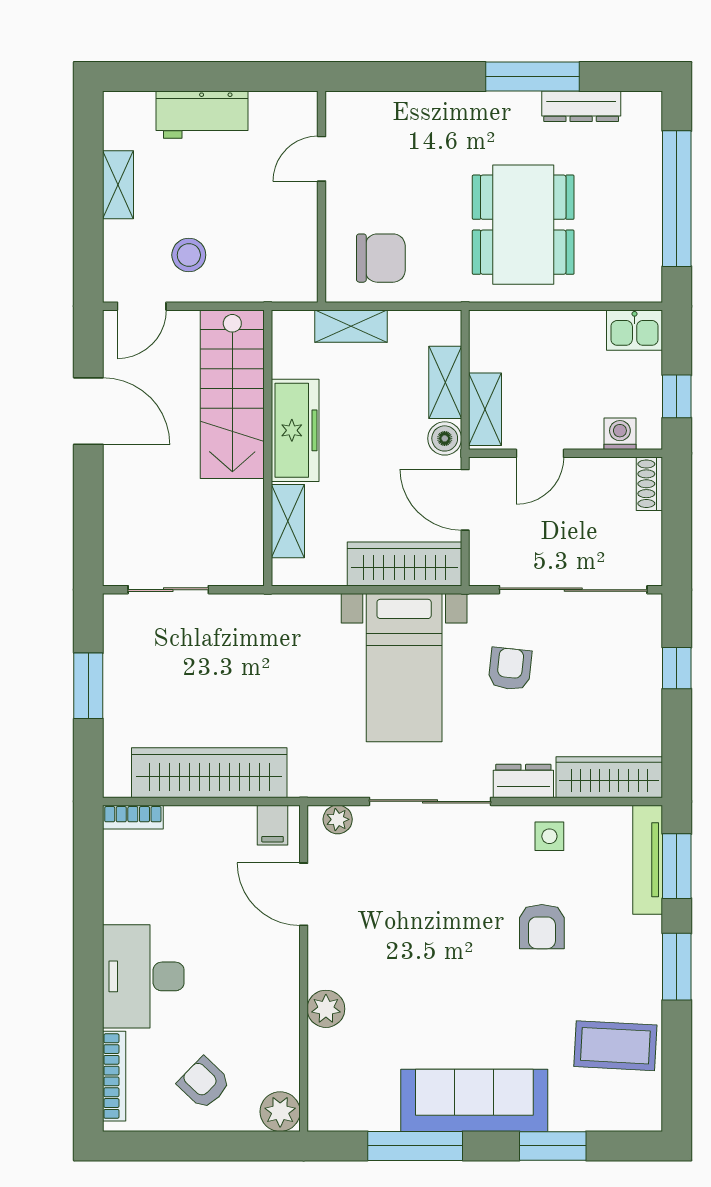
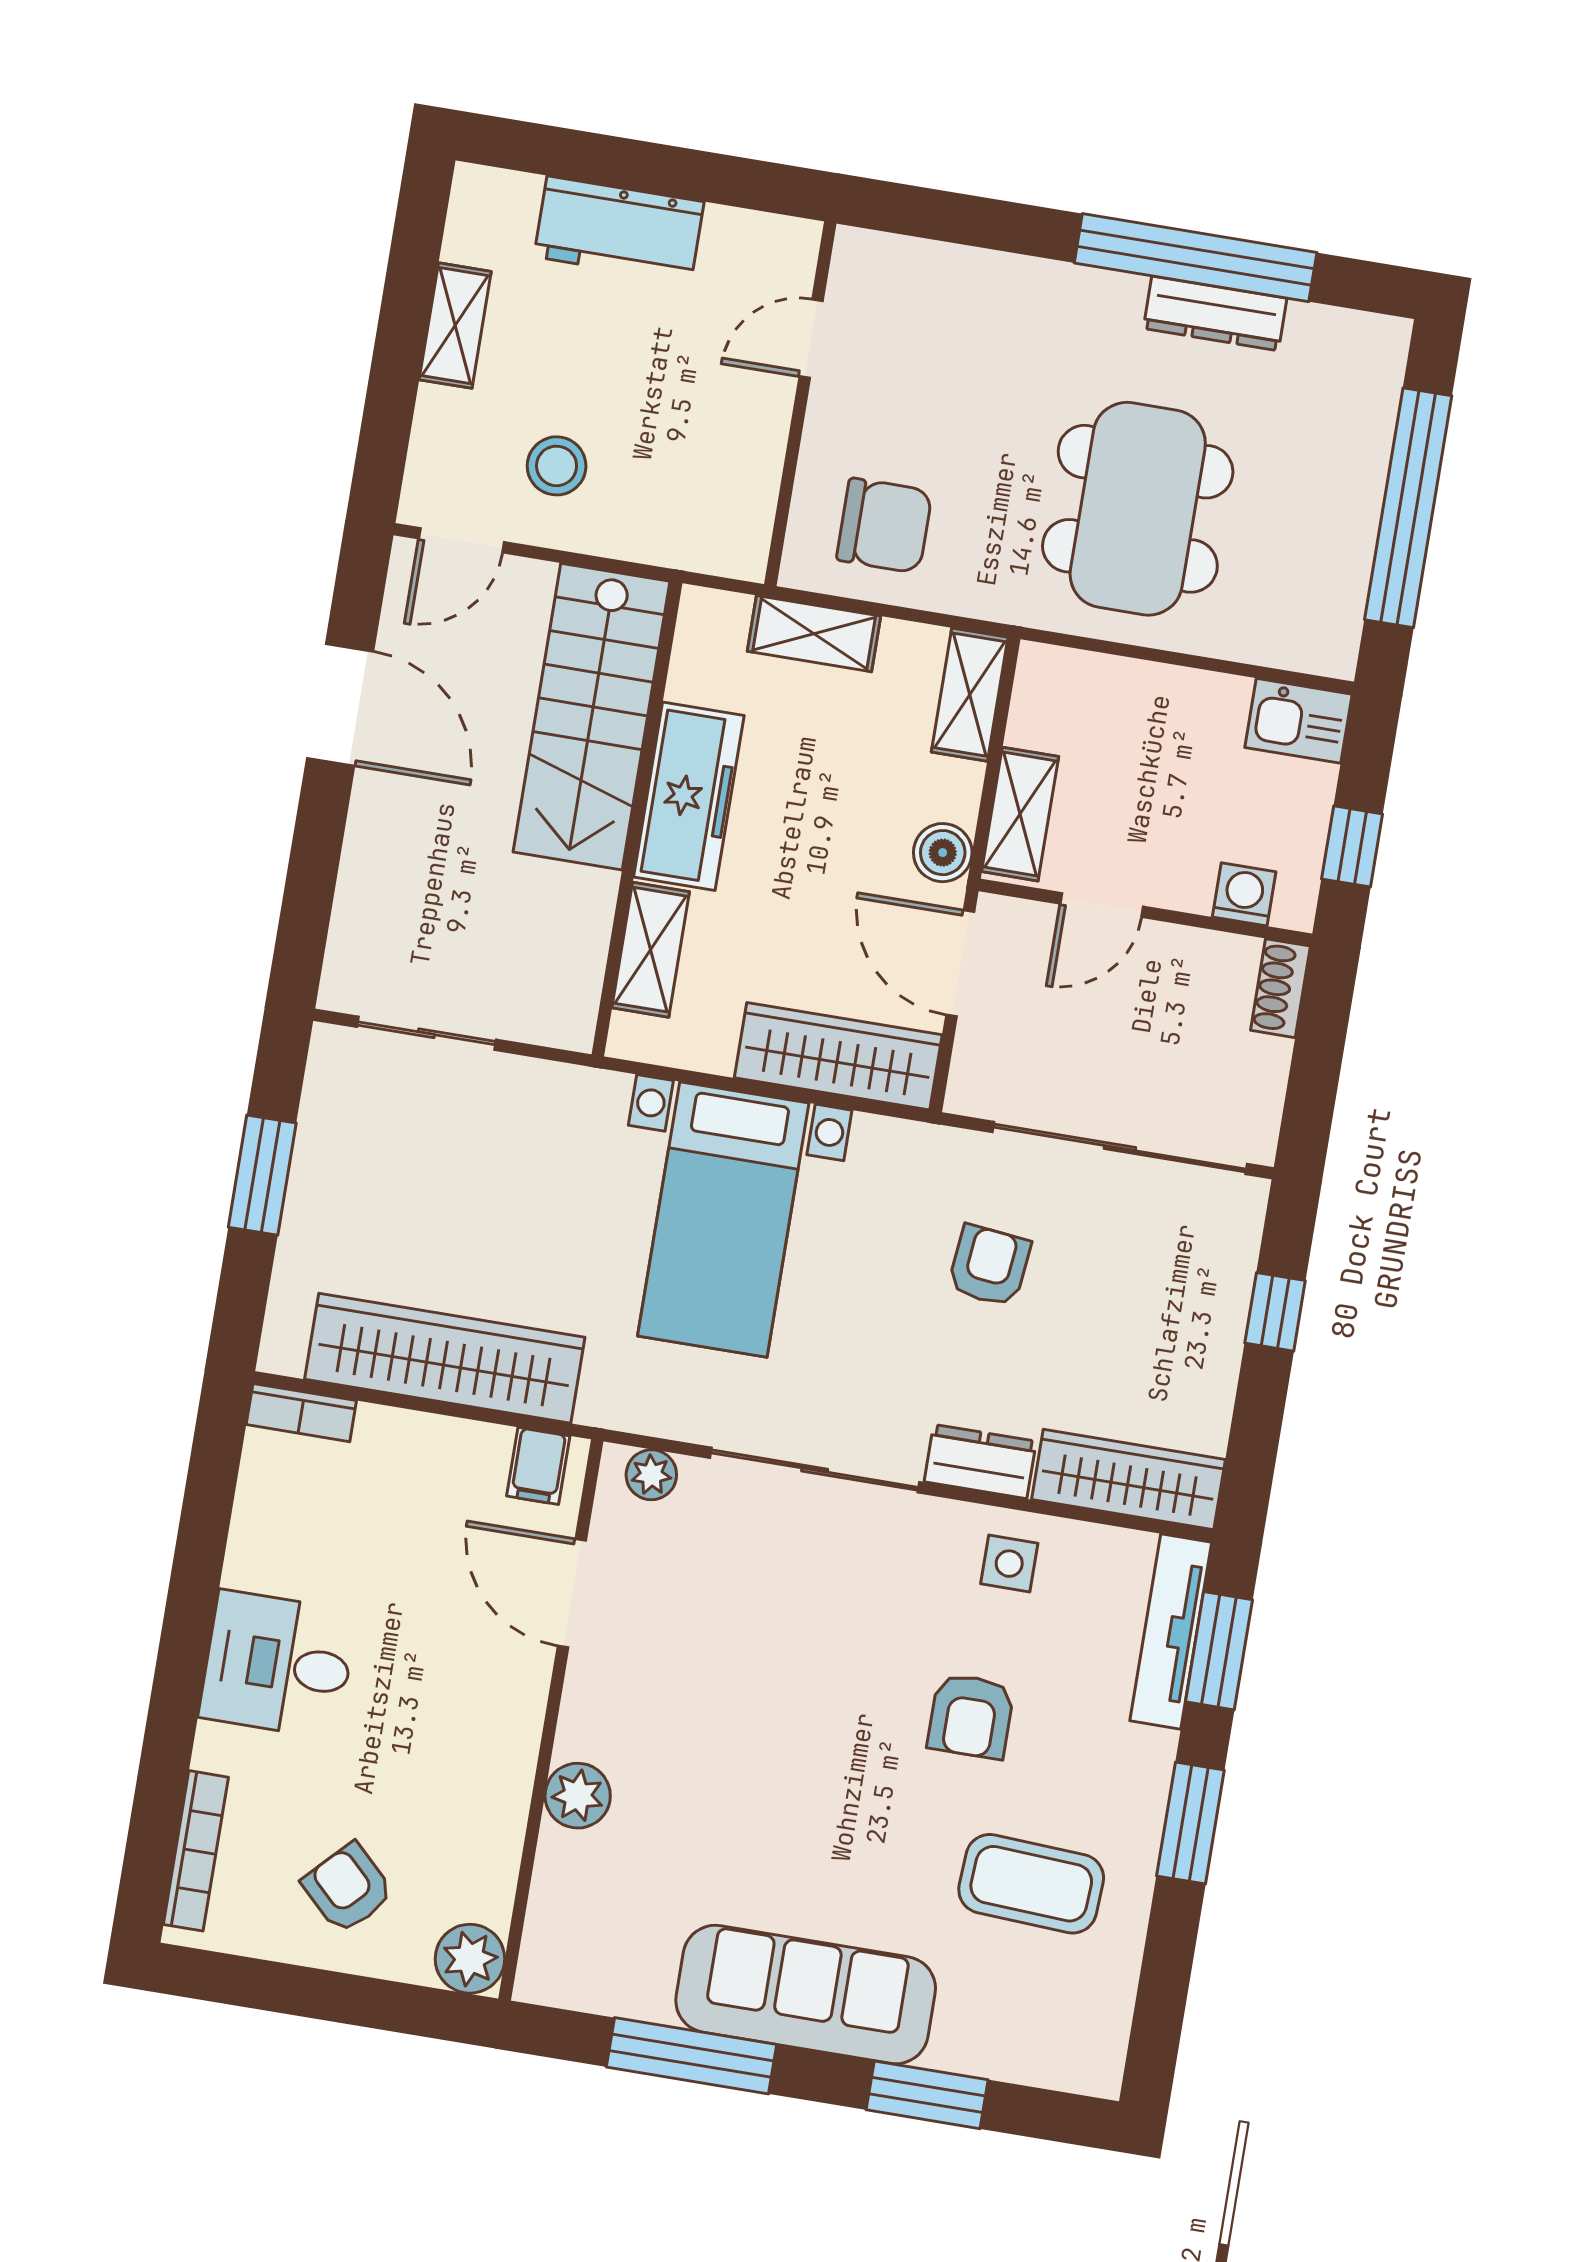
window: (532, 77) -> (1196, 258), width x1.46
dresser: (581, 106) -> (1215, 313), moved
shelving: (445, 382) -> (970, 695), moved
bed with nightstands: (404, 668) -> (723, 1219), moved
desk: (143, 976) -> (278, 1664), width x0.73
coffee table: (615, 1046) -> (1031, 1884), moved

